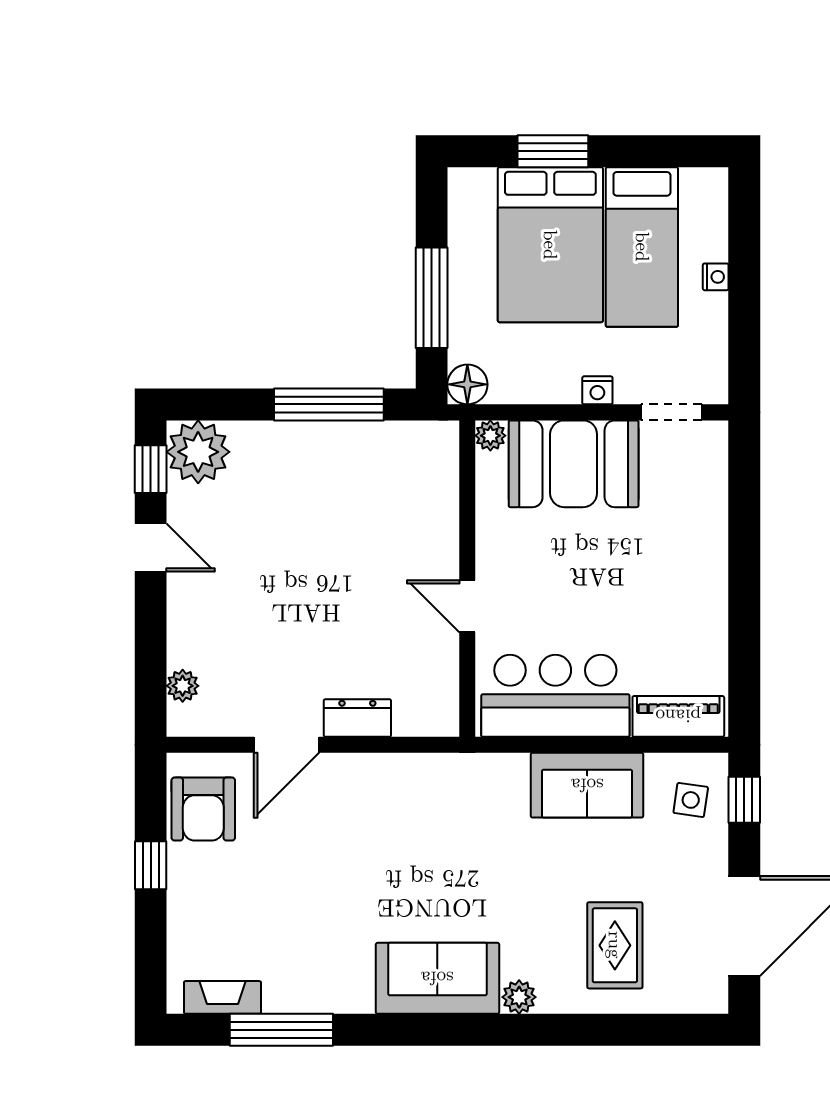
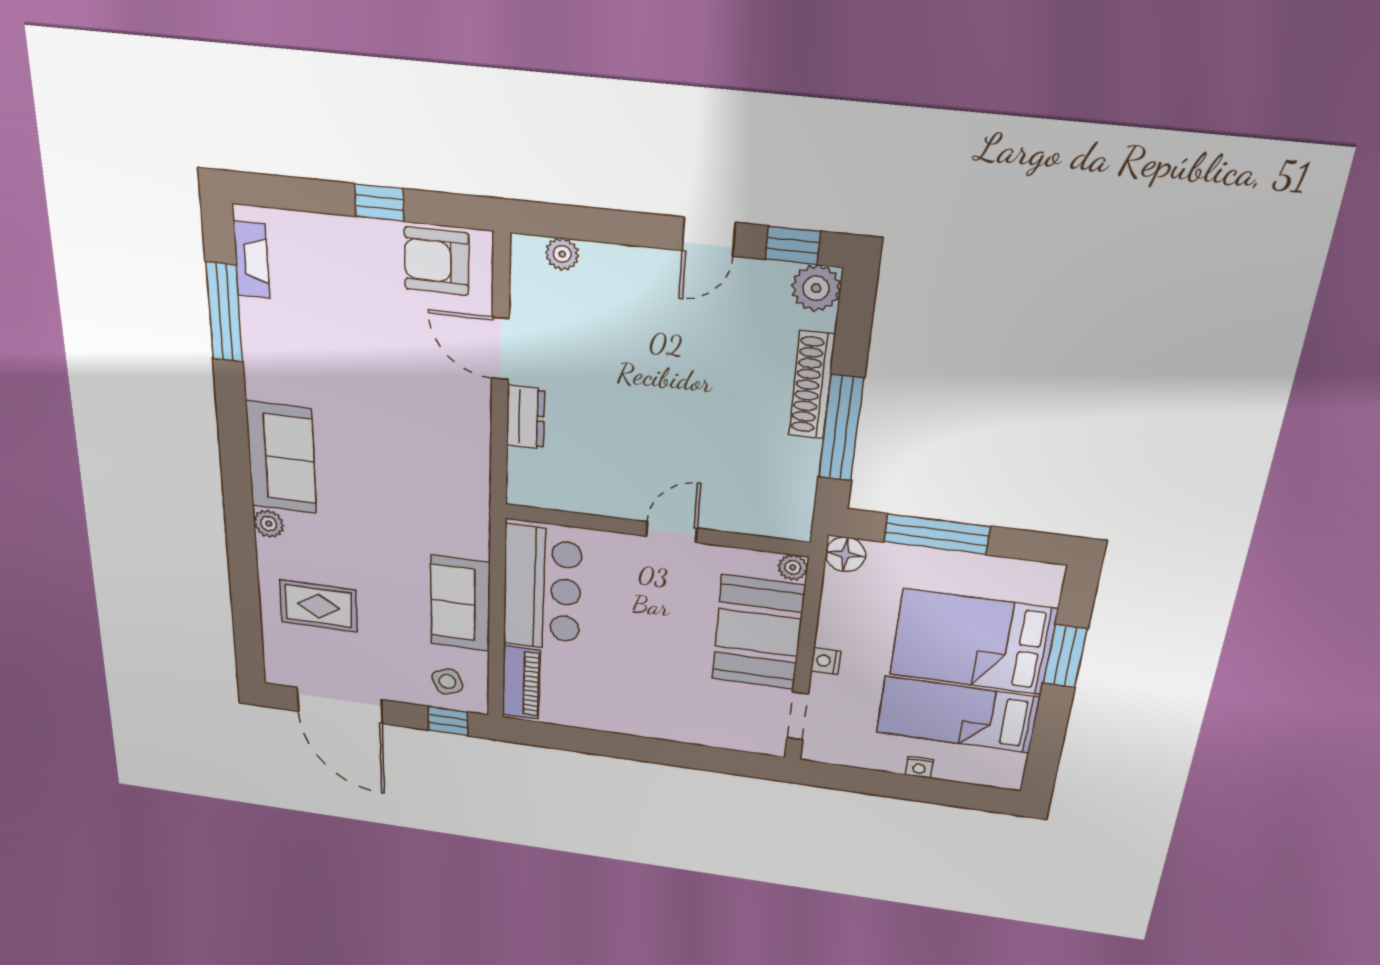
shoe rack: (288, 437) -> (812, 385), added
plant: (198, 452) -> (816, 288), width x0.73, depth x0.73
door: (467, 606) -> (672, 532), moved
side table: (691, 800) -> (447, 681), turned -30

